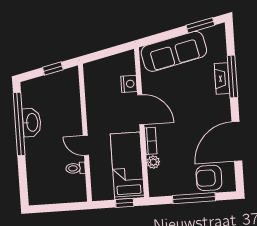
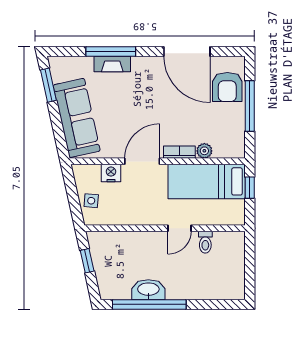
side table: (104, 69) -> (91, 201), added

